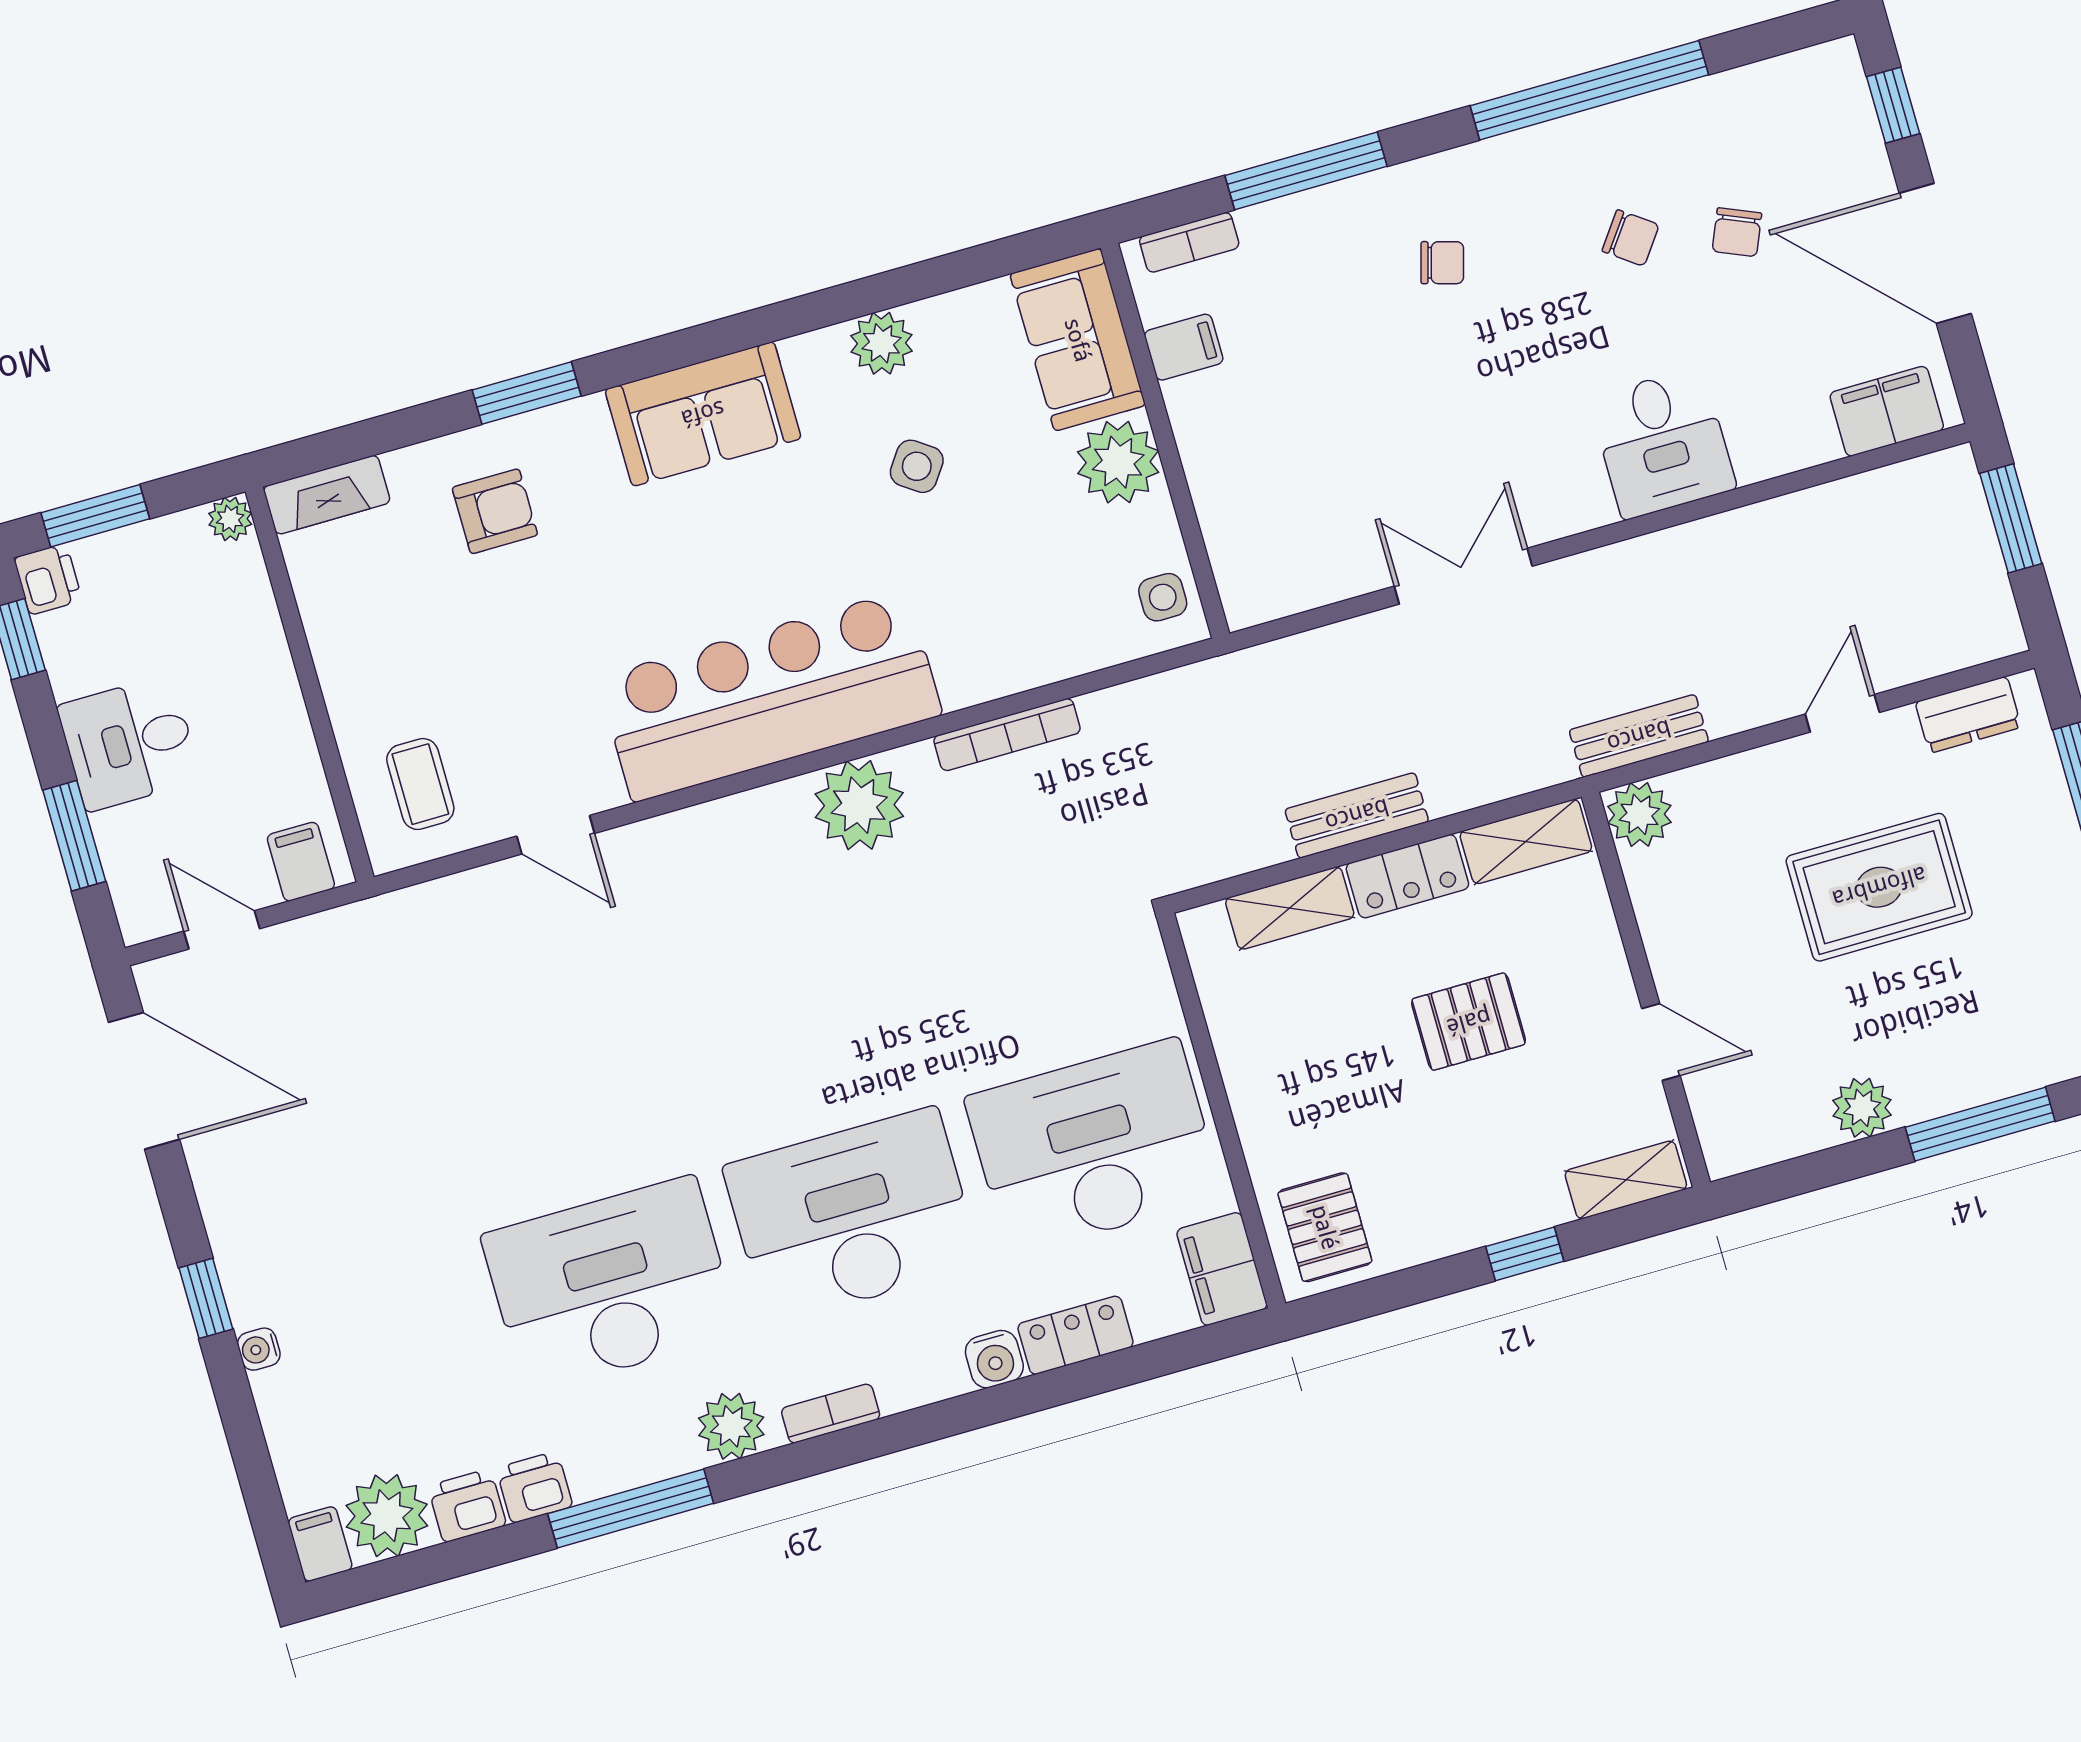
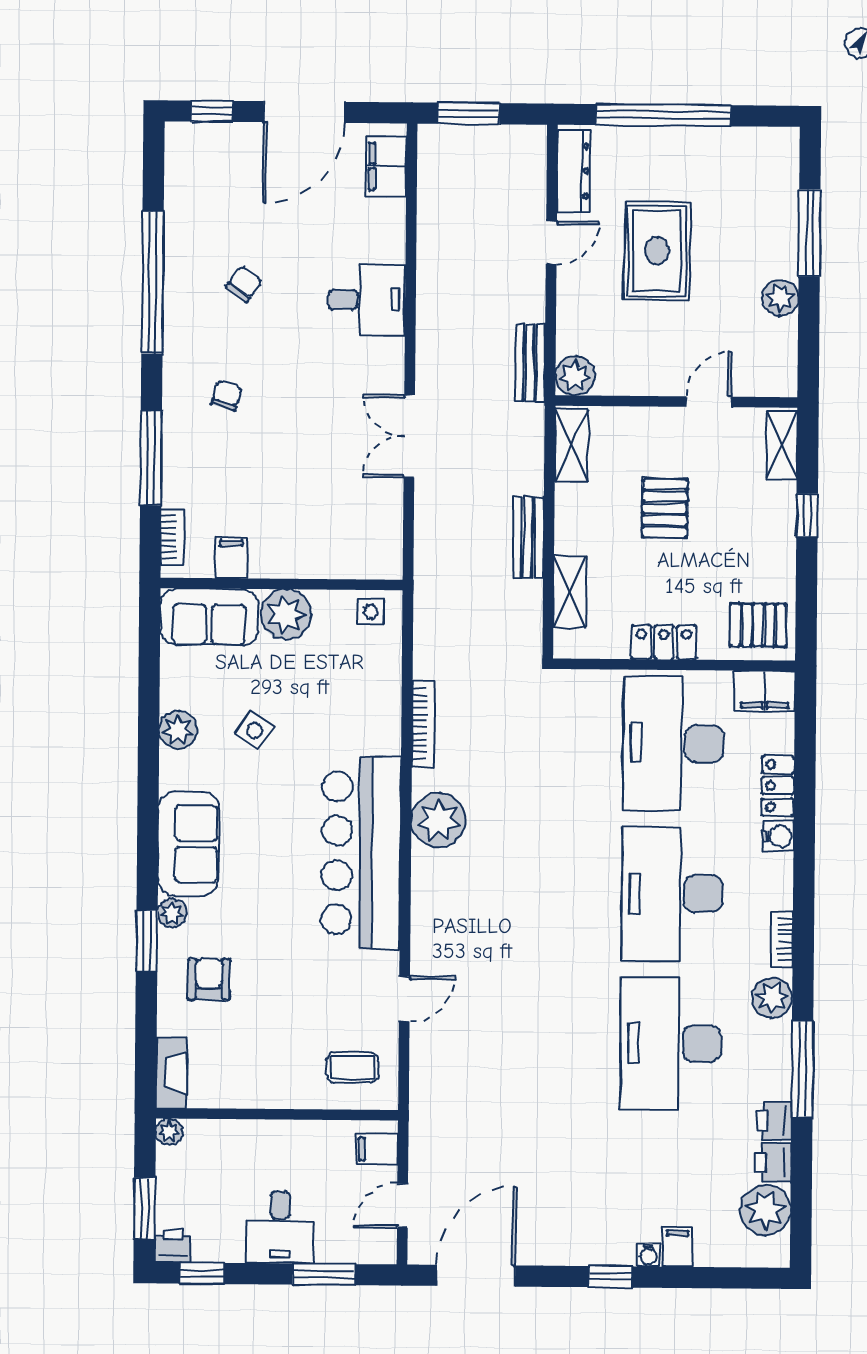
chair: (1737, 232) -> (259, 222), removed
plant: (583, 420) -> (172, 913), added
door: (1842, 713) -> (551, 243), swing flipped
dresser: (1968, 715) -> (573, 171), width x1.44
locker: (1407, 876) -> (664, 642), moved, turned -90
filing cabinet: (320, 1544) -> (678, 1247), moved, turned 90

